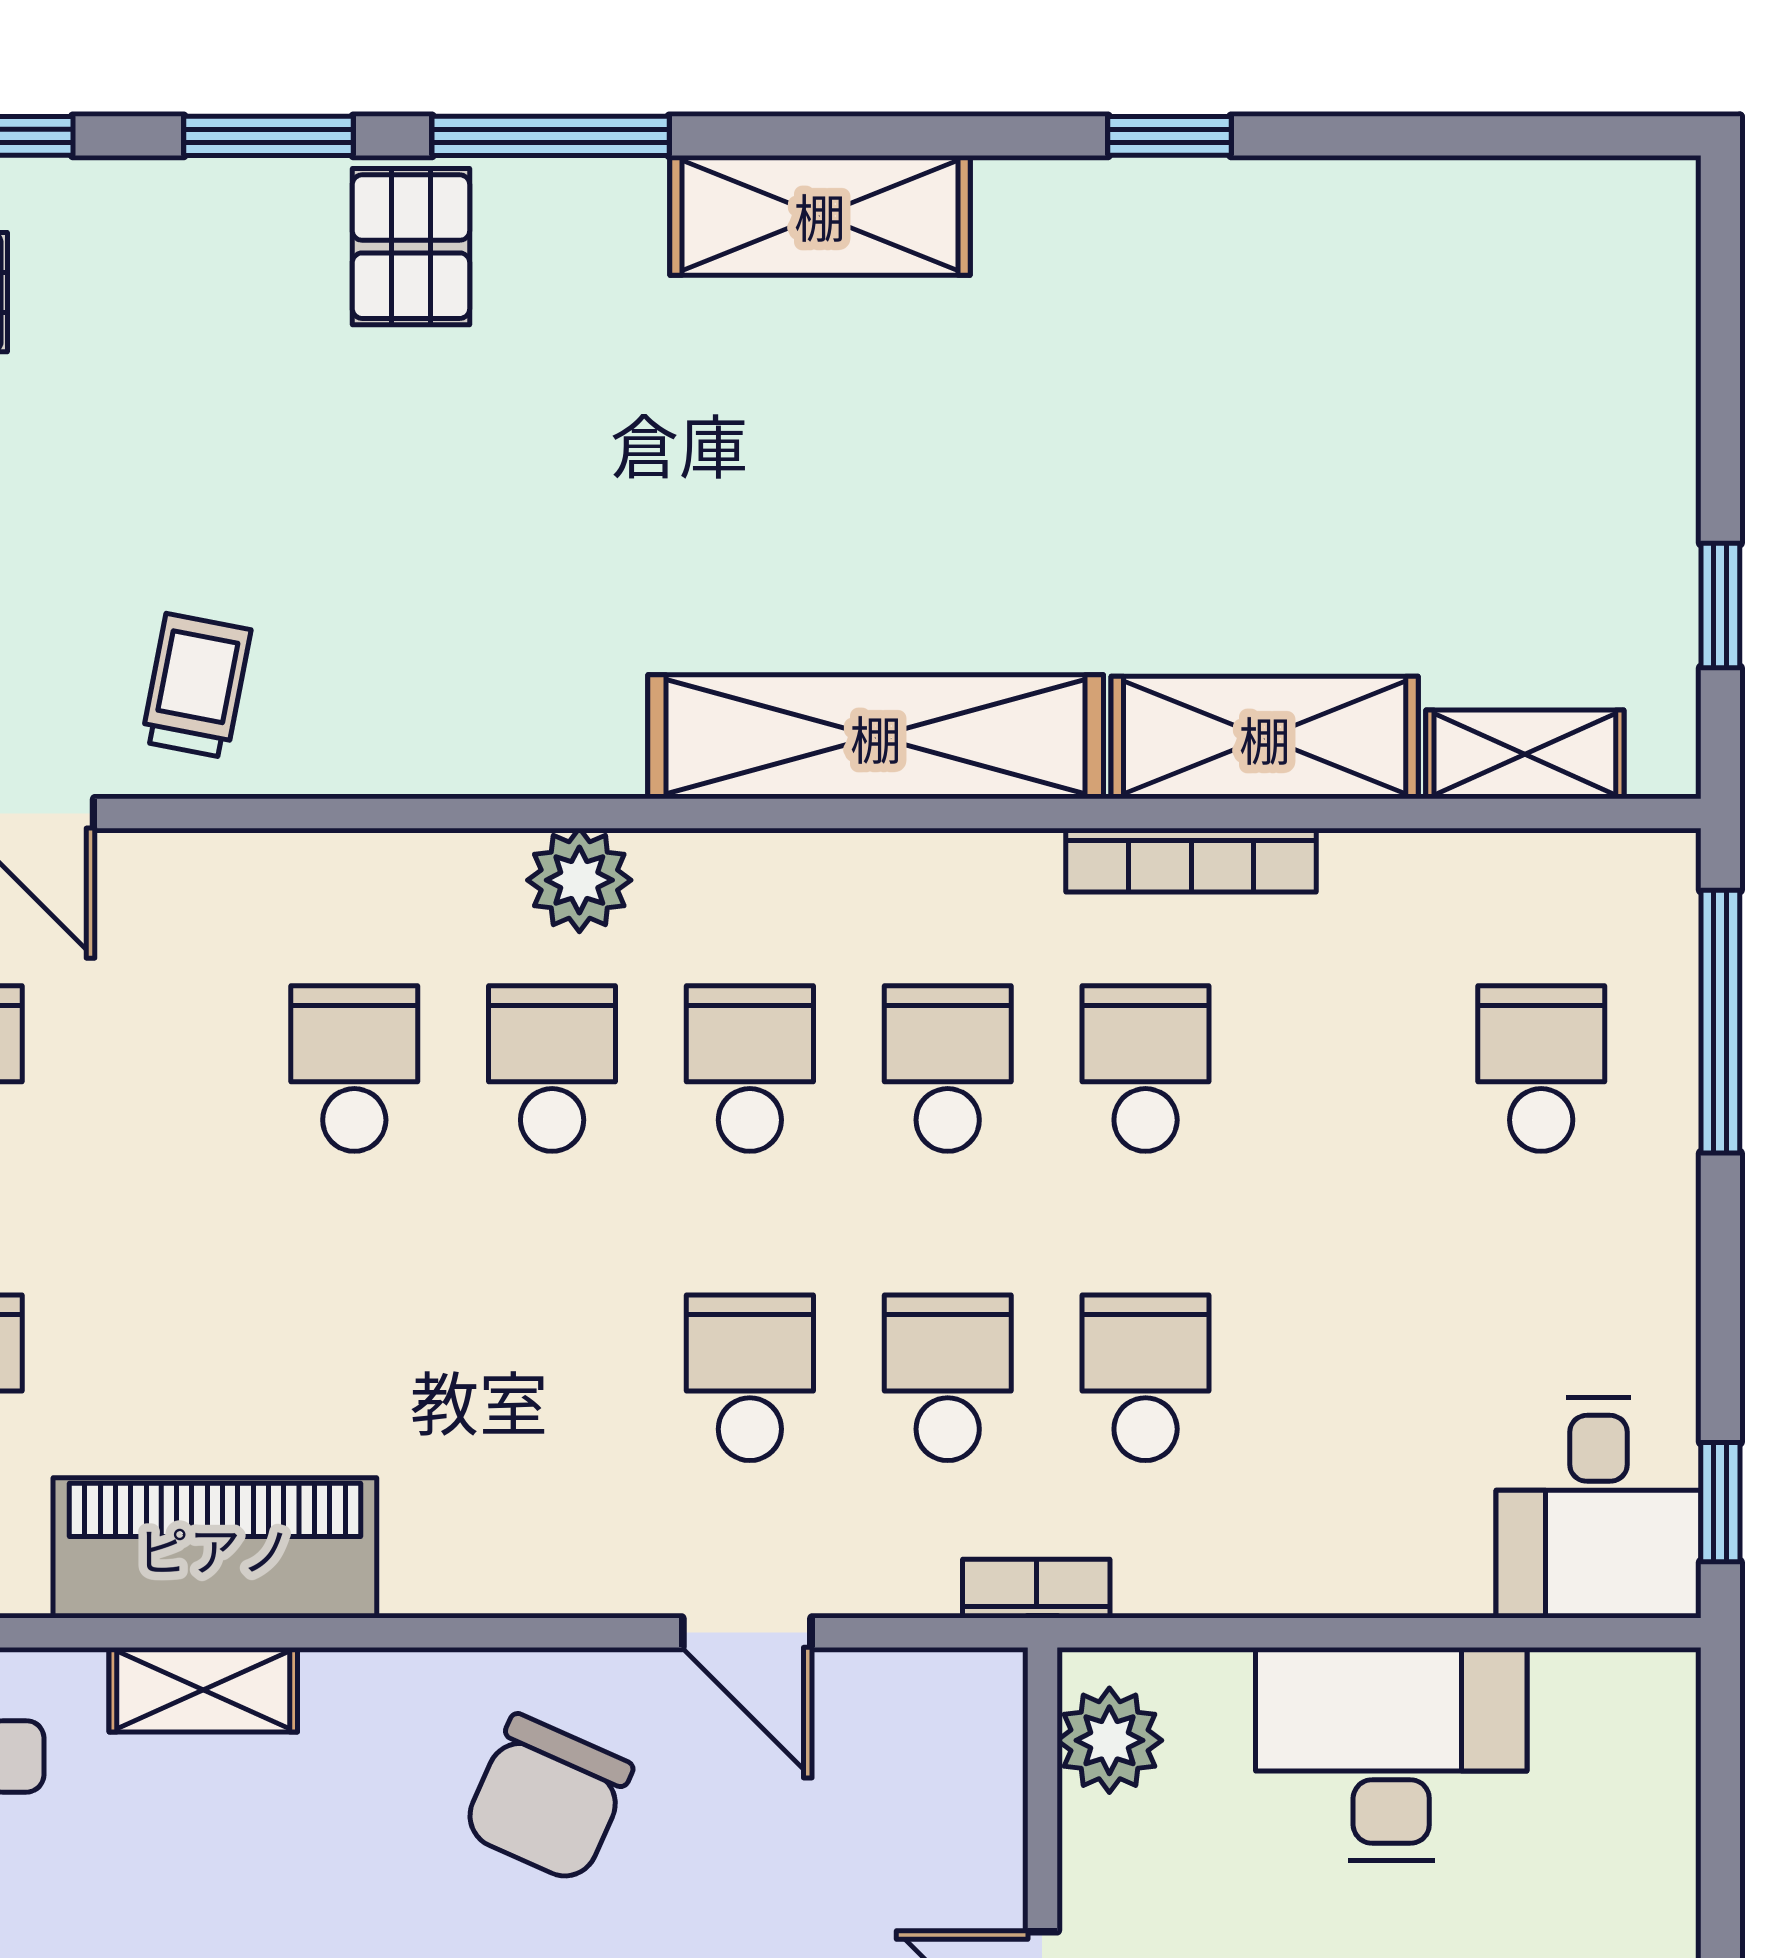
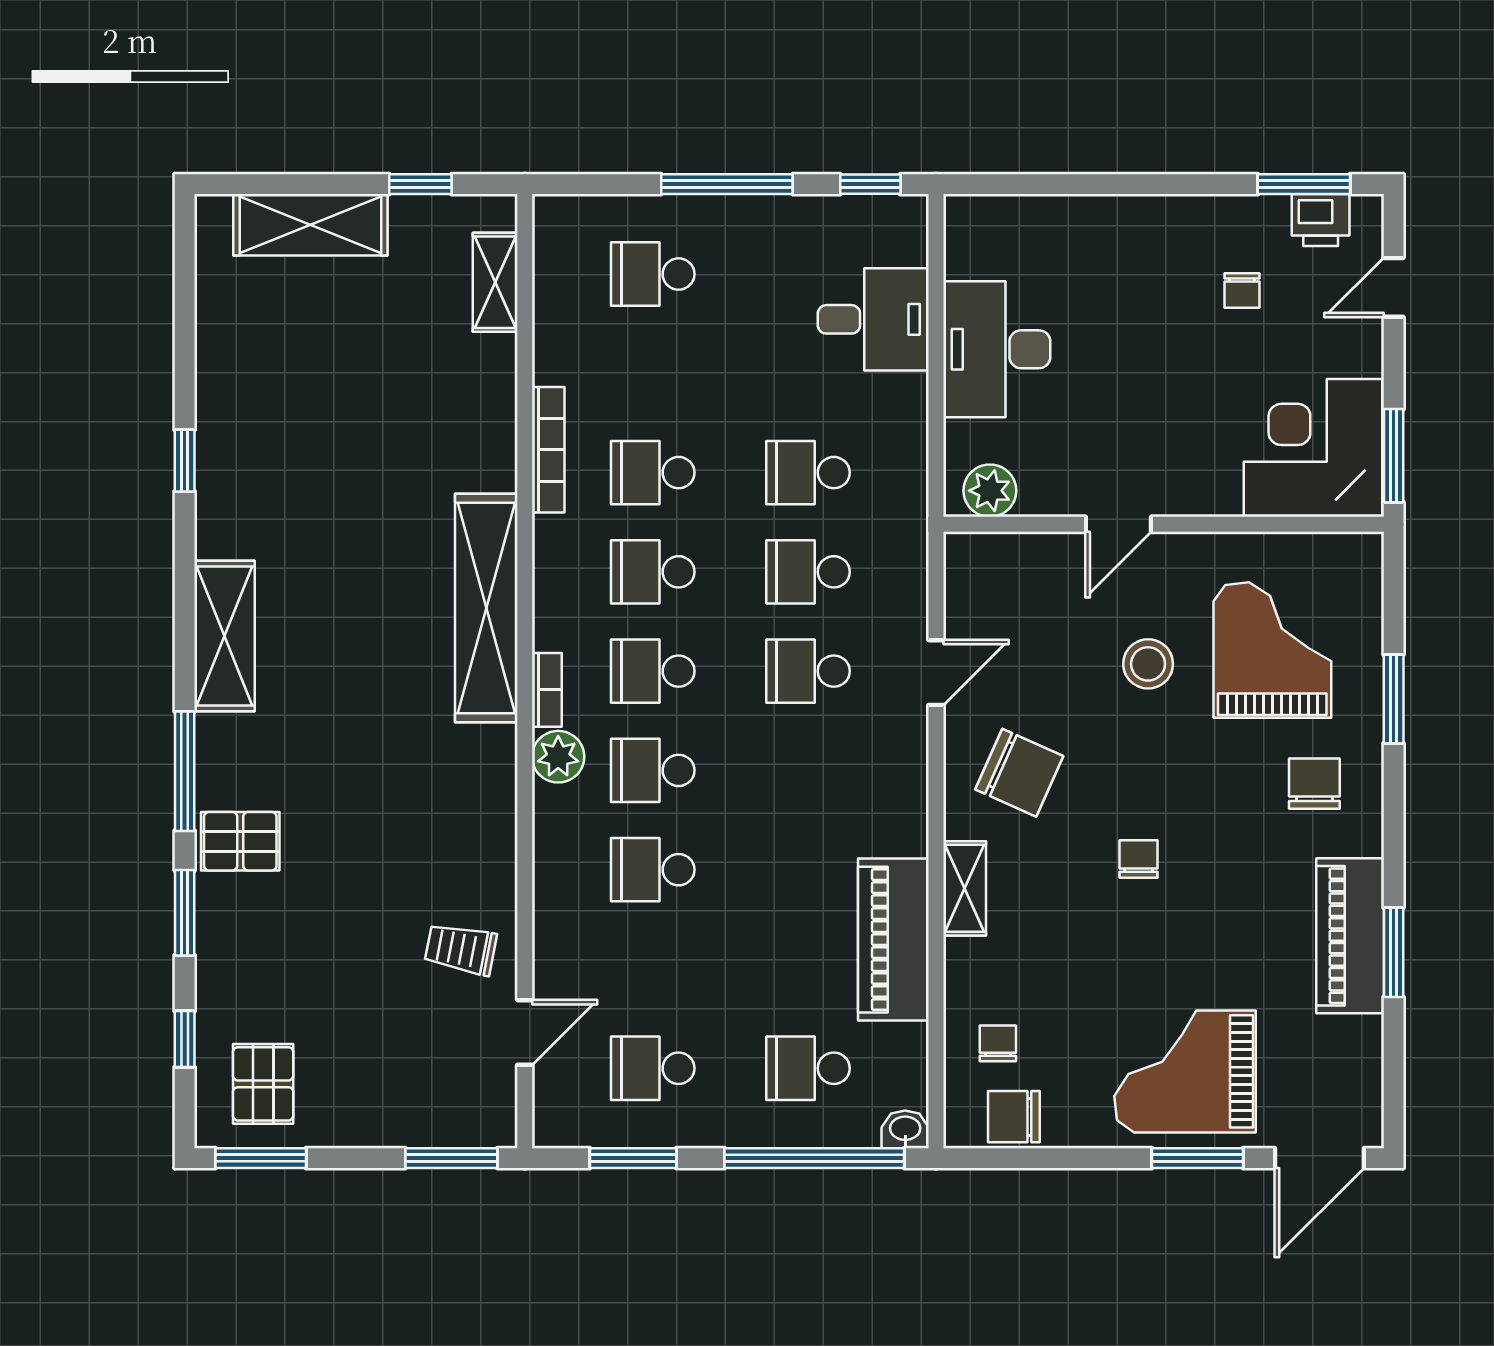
shelving: (1265, 738) -> (310, 225), moved, turned 90
window: (1720, 1022) -> (727, 184), moved
desk: (1598, 1508) -> (873, 319), moved
bookcase: (1036, 1589) -> (547, 690), moved, turned 180
shelving: (203, 1690) -> (965, 888), moved

